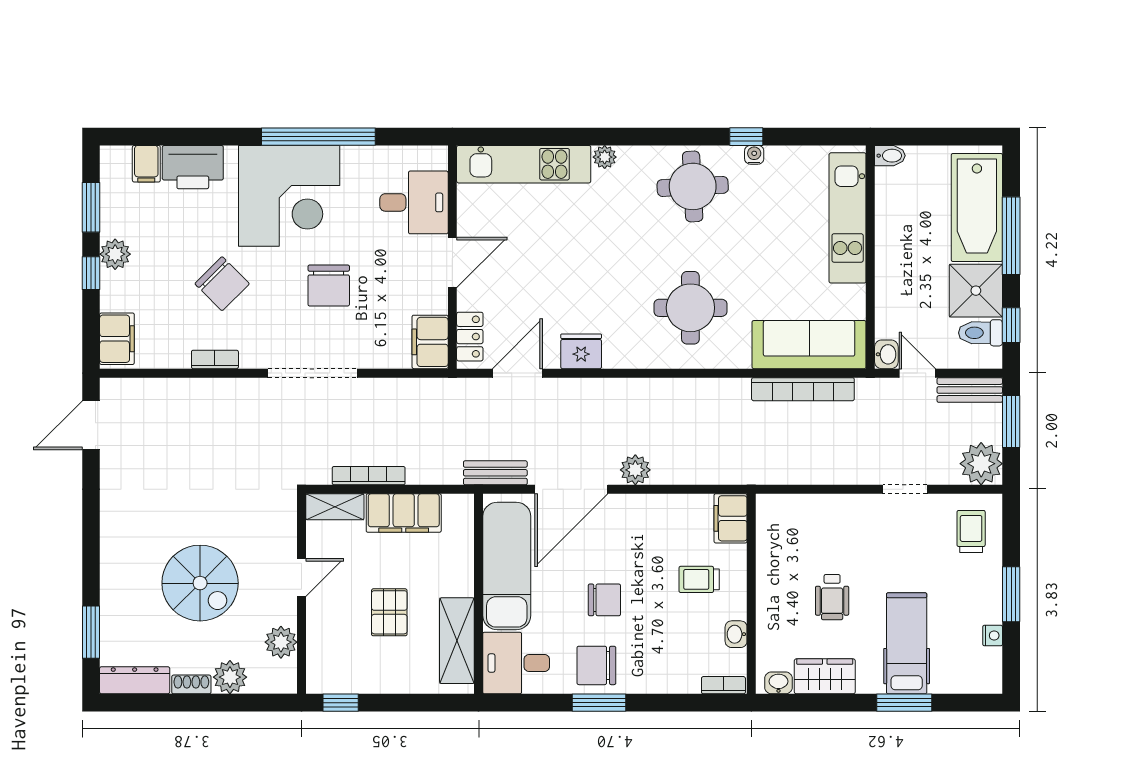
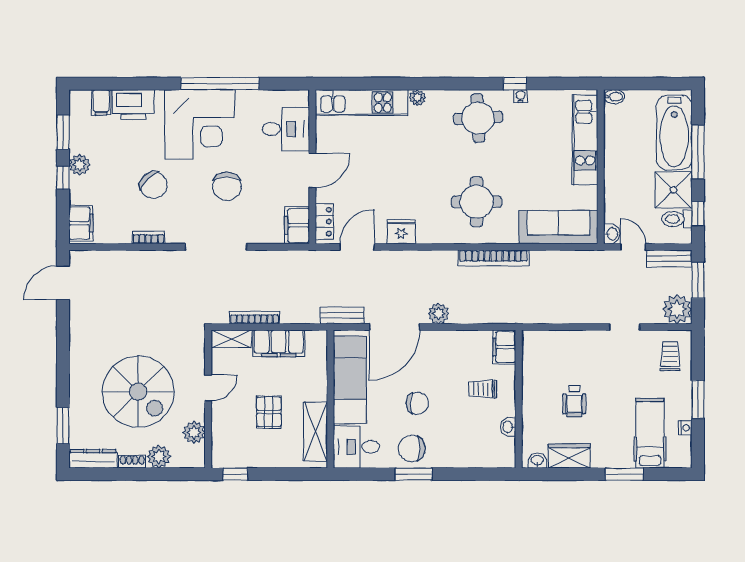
bookcase: (803, 389) -> (493, 258), moved
spiral stairs: (200, 583) -> (138, 392), width x1.37, depth x1.37
hospital bed: (907, 643) -> (650, 433), moved
bookcase: (723, 685) -> (499, 462), removed

